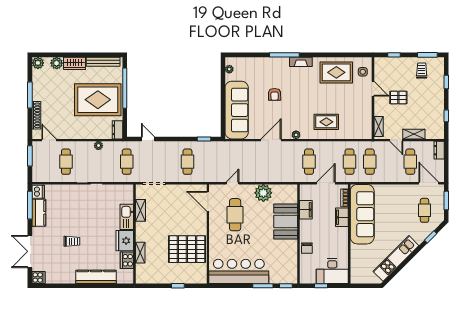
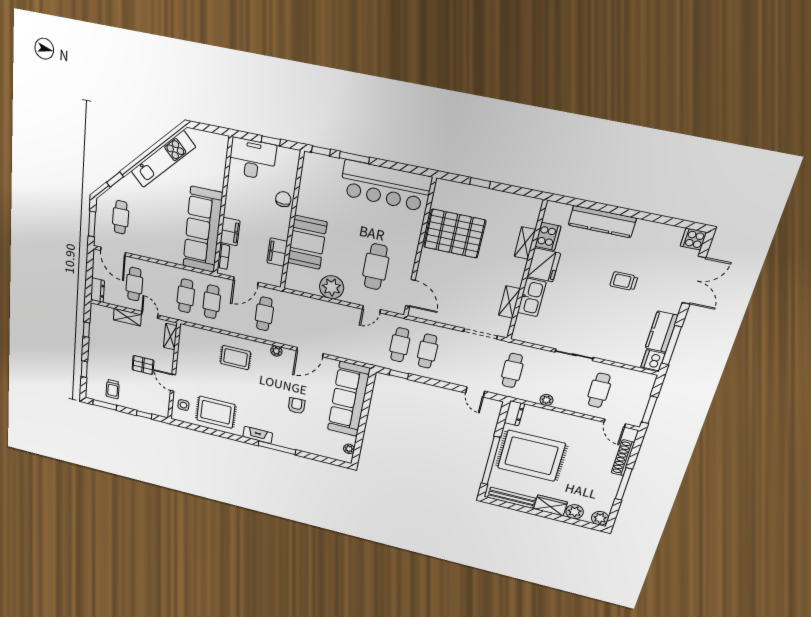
cafe table: (208, 162) -> (400, 345), added

